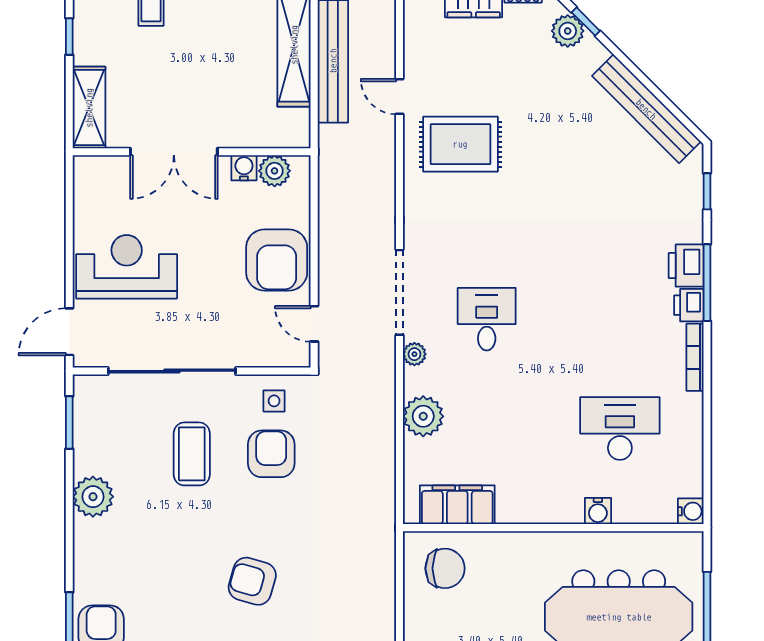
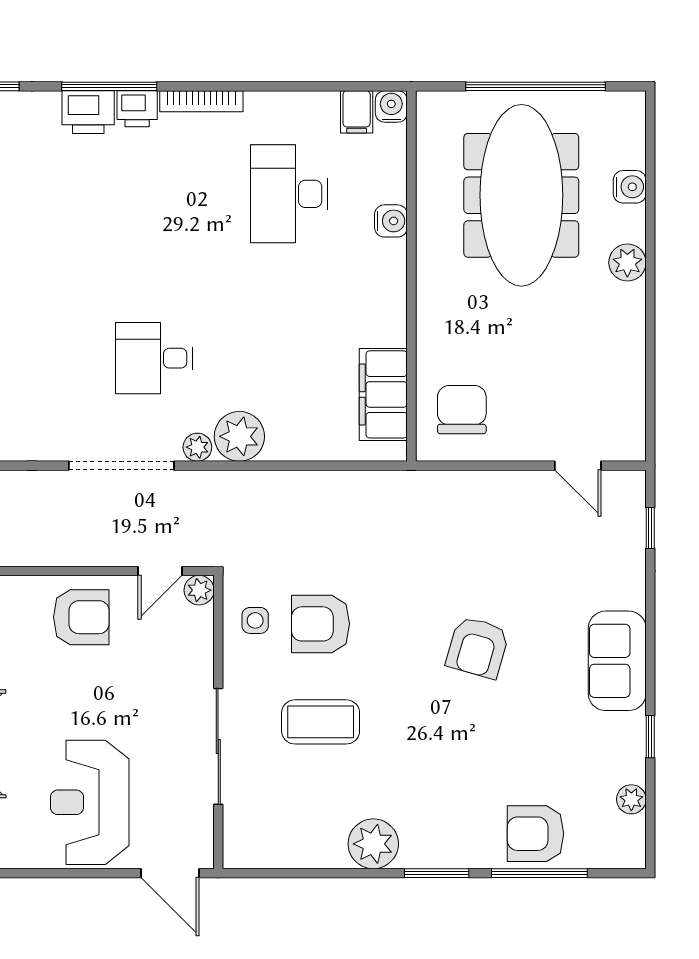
armchair: (277, 260) -> (81, 617), width x0.73, depth x0.73
plant: (299, 355) -> (199, 590), added
sliding door: (172, 371) -> (218, 746), width x0.73
plant: (423, 416) -> (239, 436), moved
window: (69, 423) -> (437, 873), moved
filing cabinet: (686, 483) -> (357, 112), added

